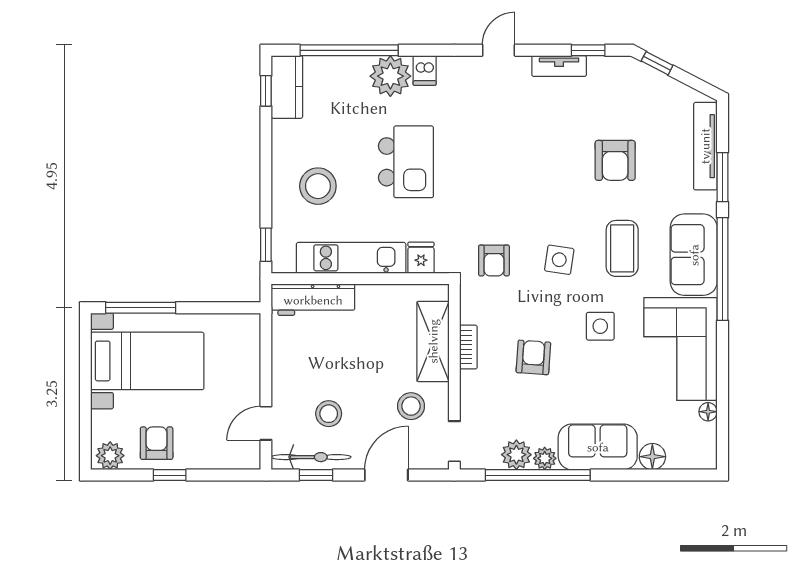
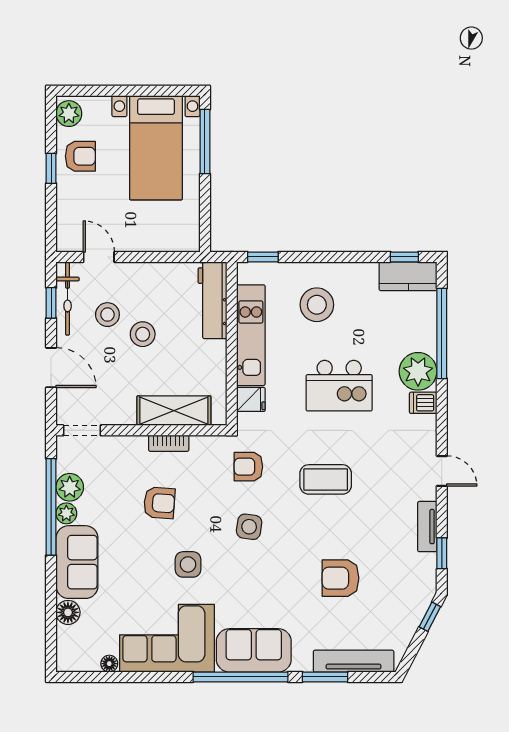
coffee table: (622, 248) -> (326, 479), moved
stool: (411, 406) -> (143, 334), moved

